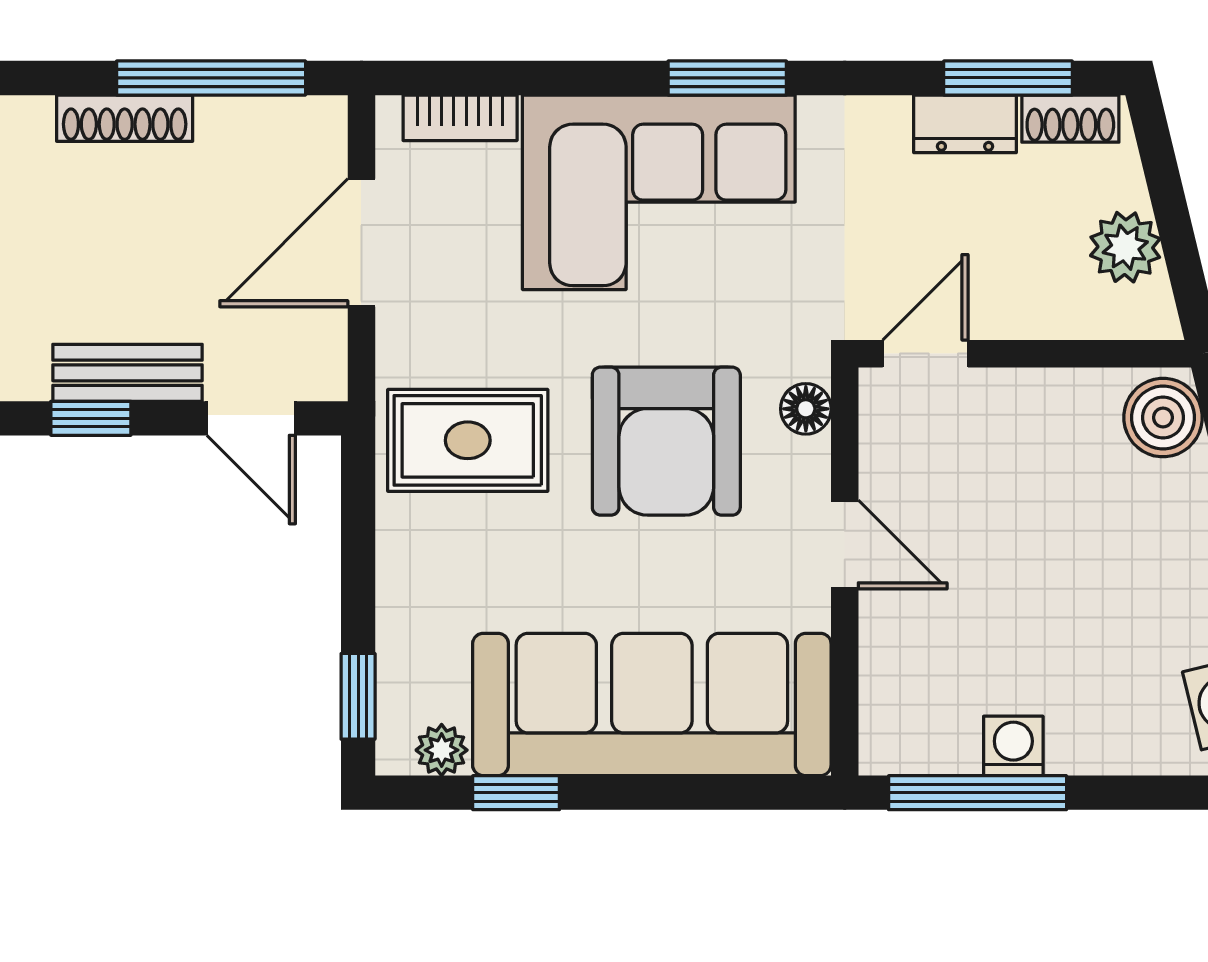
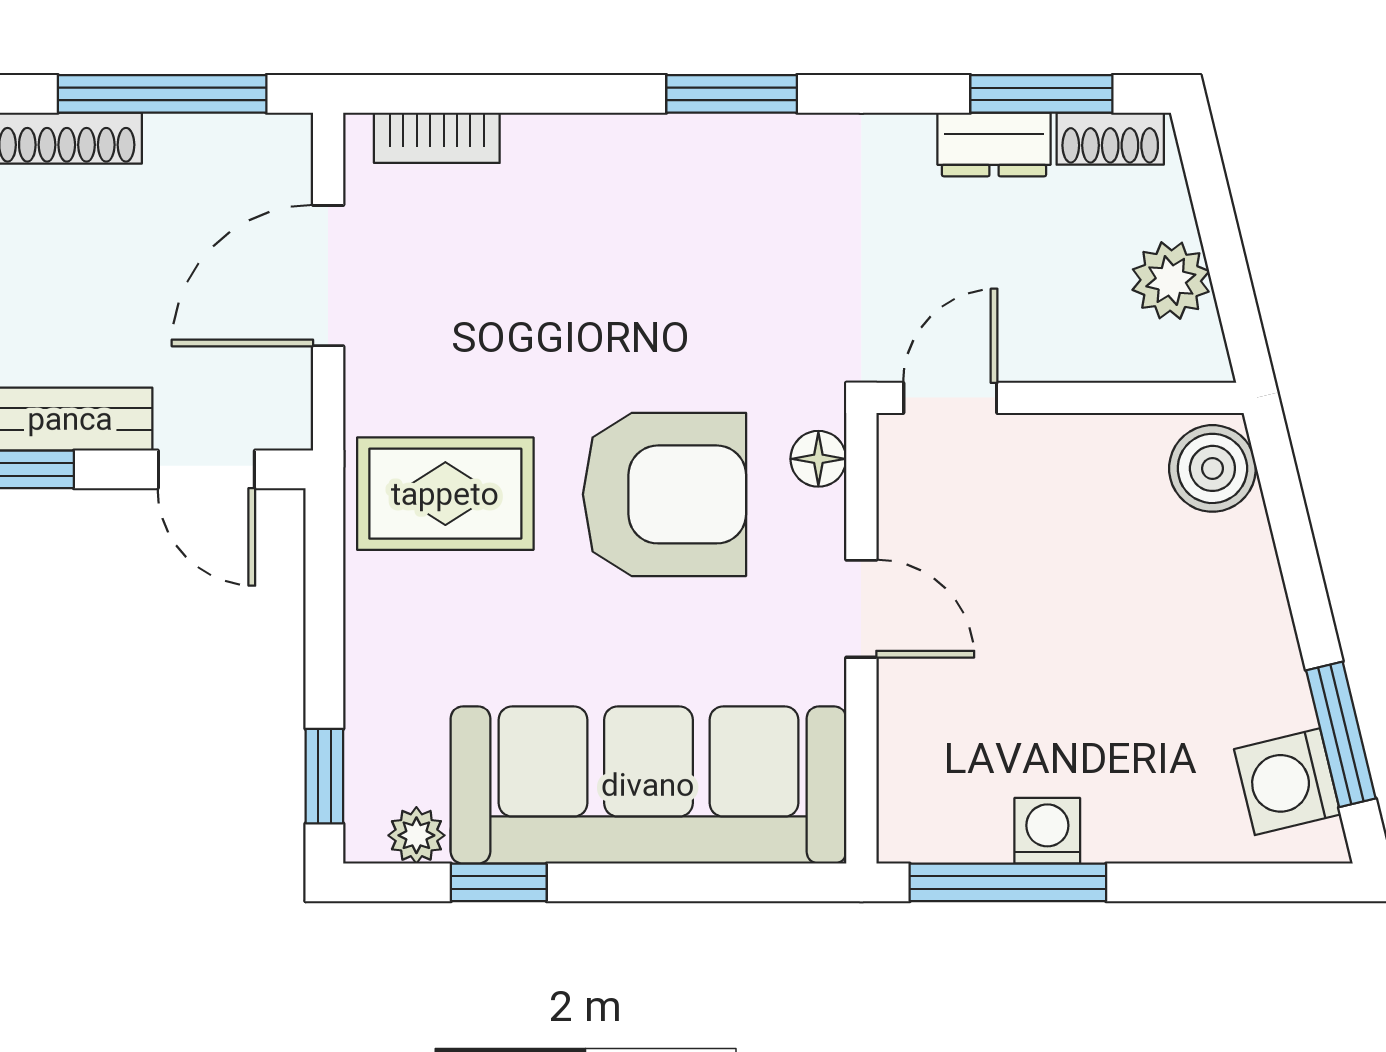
corner sofa: (659, 192) -> (656, 220), removed
armchair: (666, 441) -> (664, 494), turned -90

